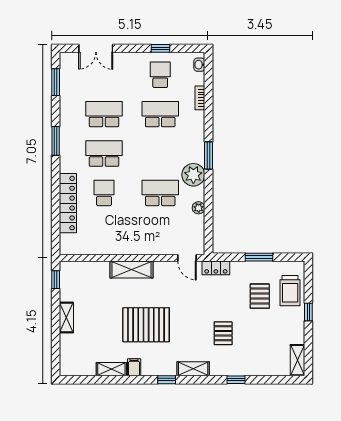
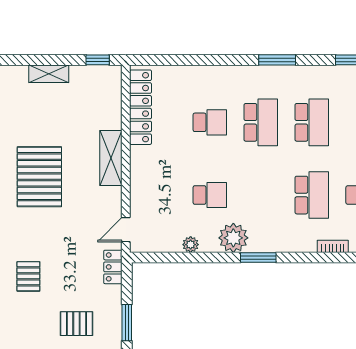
school desk: (160, 193) -> (210, 195), width x0.54
locker: (68, 203) -> (141, 107), moved, turned -90
pallet: (223, 333) -> (28, 276), turned 90

